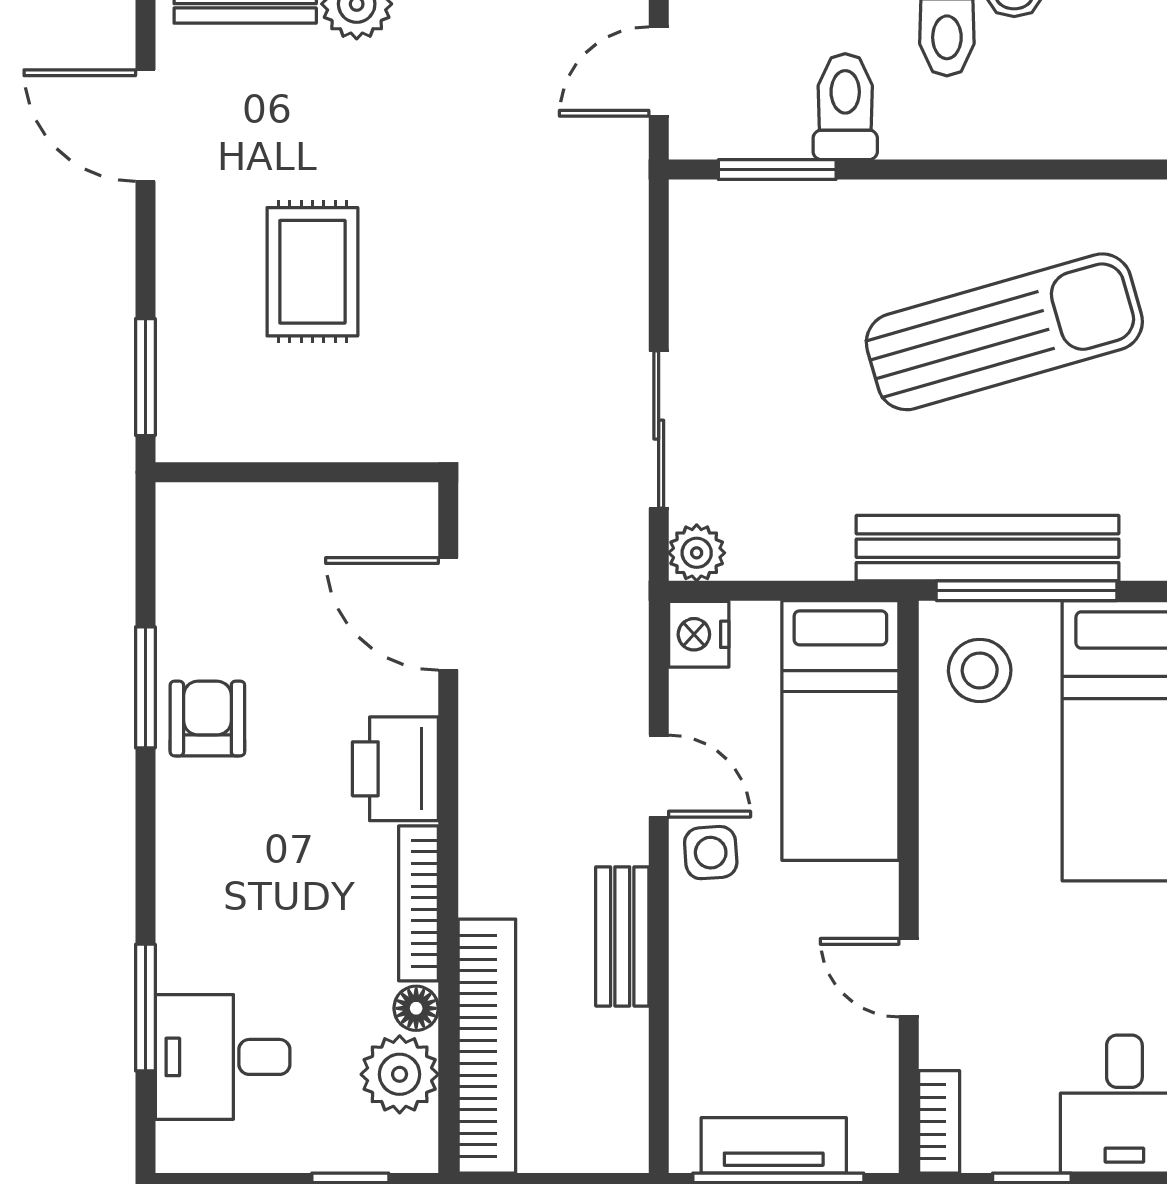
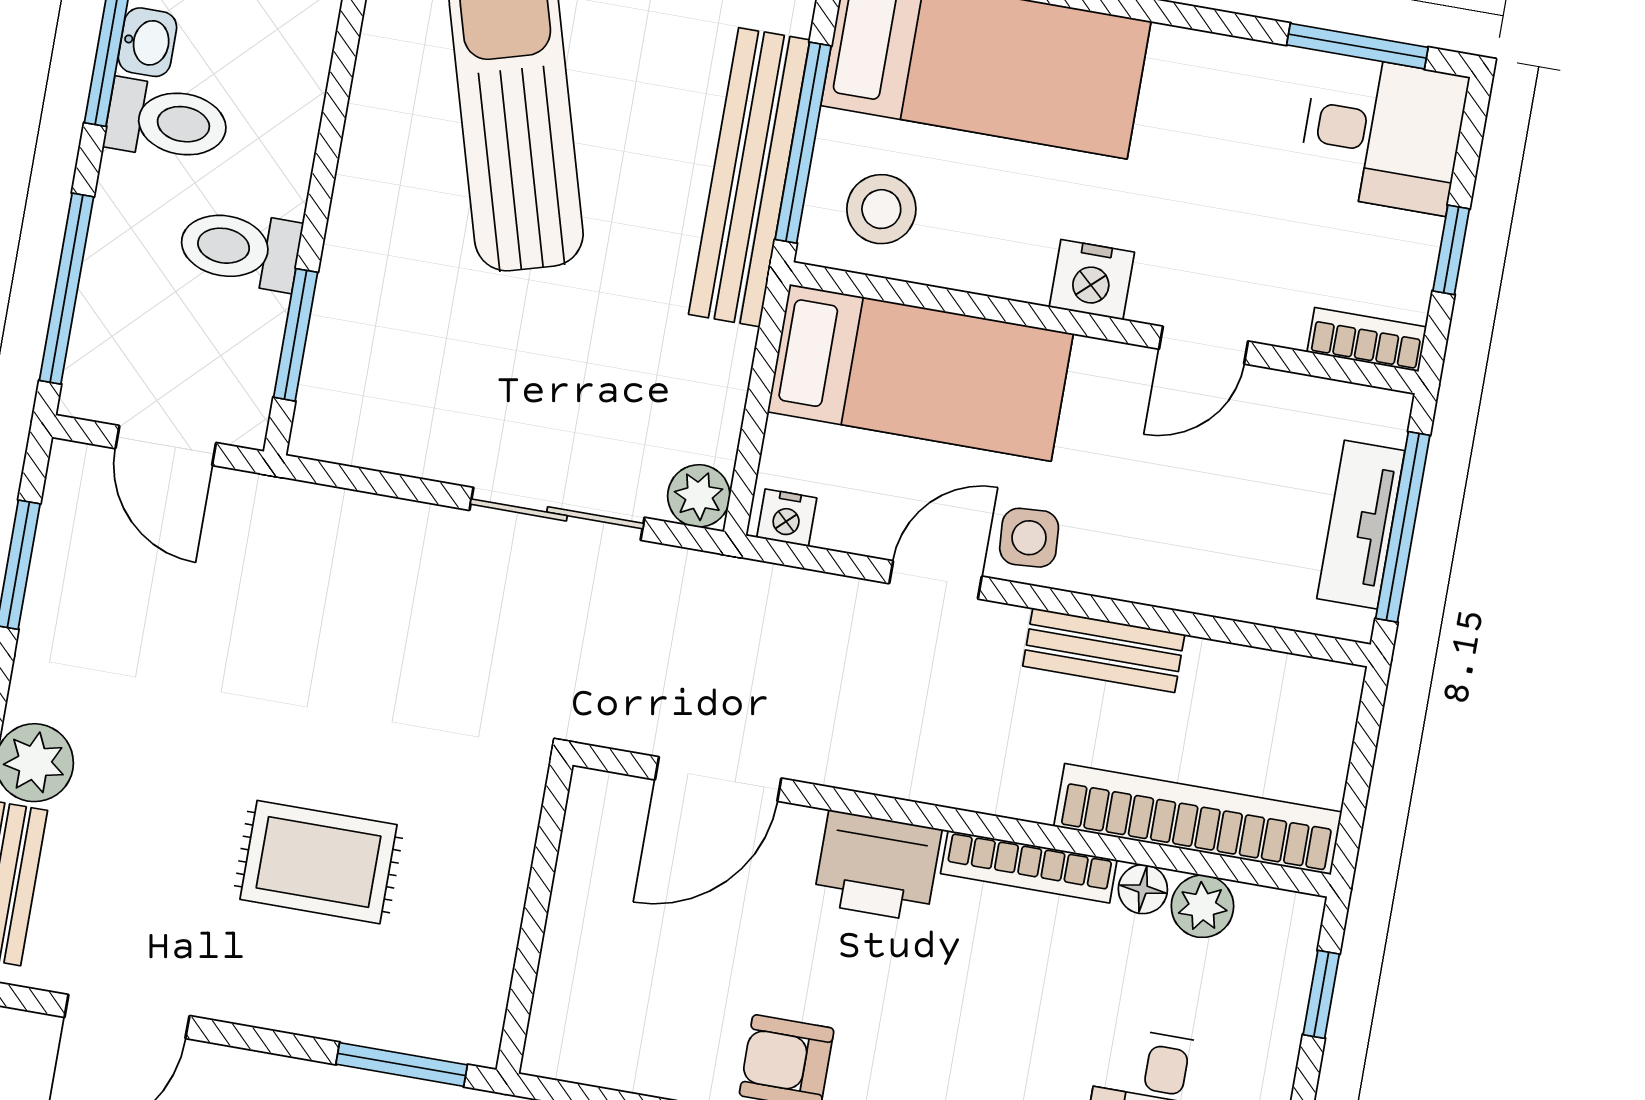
nightstand: (699, 634) -> (787, 518), width x0.72, depth x0.74
nightstand: (950, 868) -> (1092, 280), added
plant: (400, 1074) -> (1202, 906), width x0.73, depth x0.73

